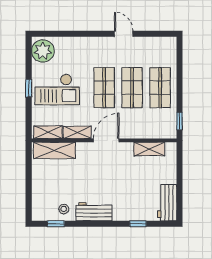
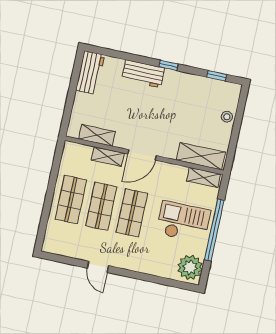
window: (29, 88) -> (214, 230), width x3.17
window: (180, 121) -> (57, 159), removed
shelving: (77, 132) -> (108, 157), moved
stool: (64, 209) -> (227, 117), moved
workbench: (94, 212) -> (143, 74), moved
window: (138, 224) -> (168, 65), moved

